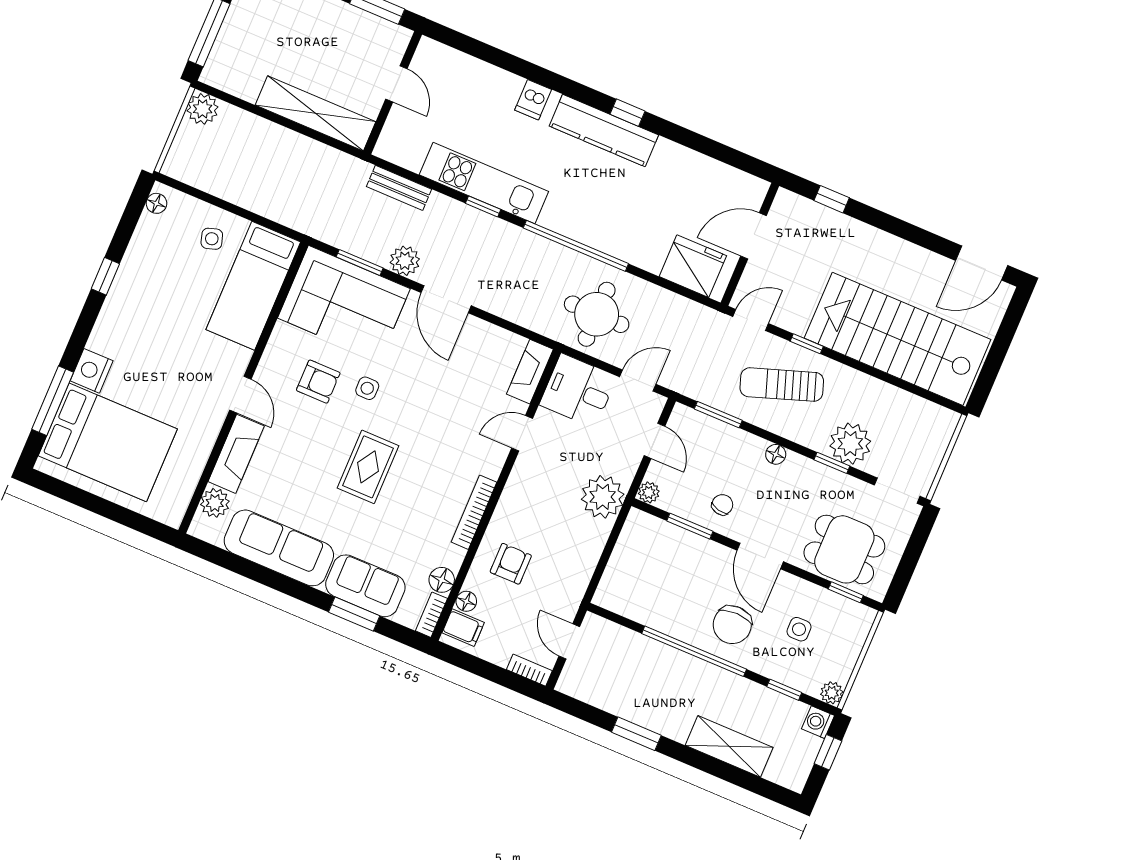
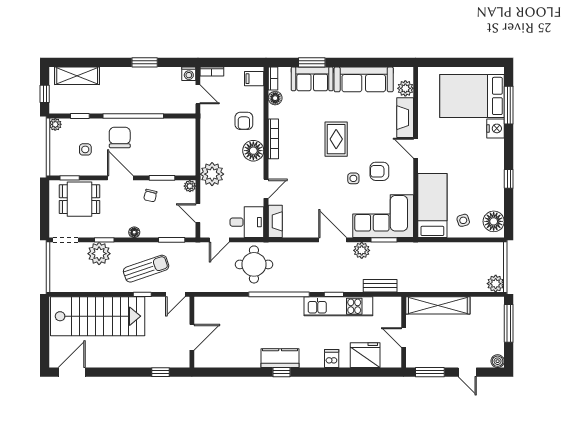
kitchen counter: (604, 131) -> (280, 358), width x0.67
floor lamp: (156, 203) -> (494, 221), width x1.89, depth x1.89
fridge: (693, 266) -> (365, 355), moved, turned 180
floor lamp: (466, 601) -> (253, 151), moved, width x1.89, depth x1.89
washing machine: (818, 722) -> (189, 74), moved, turned 90
shelving: (729, 746) -> (77, 76), moved

